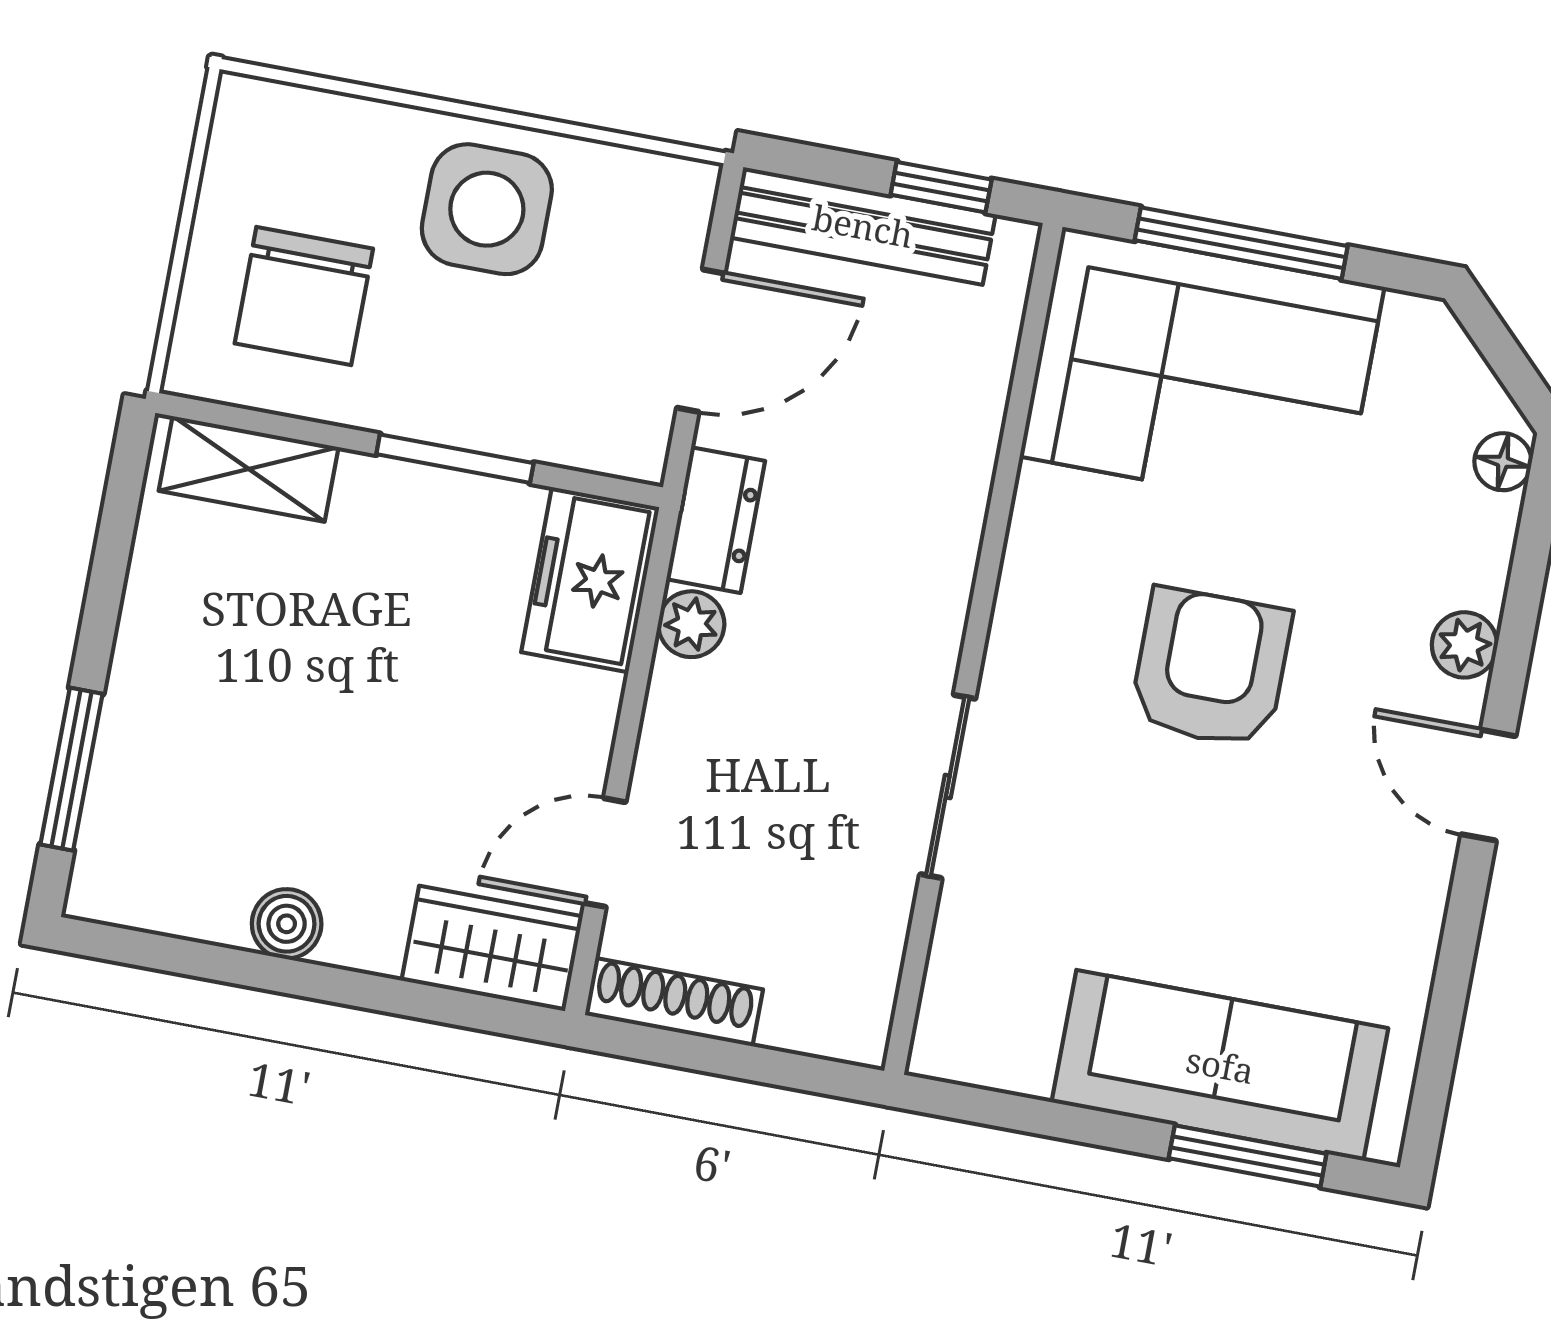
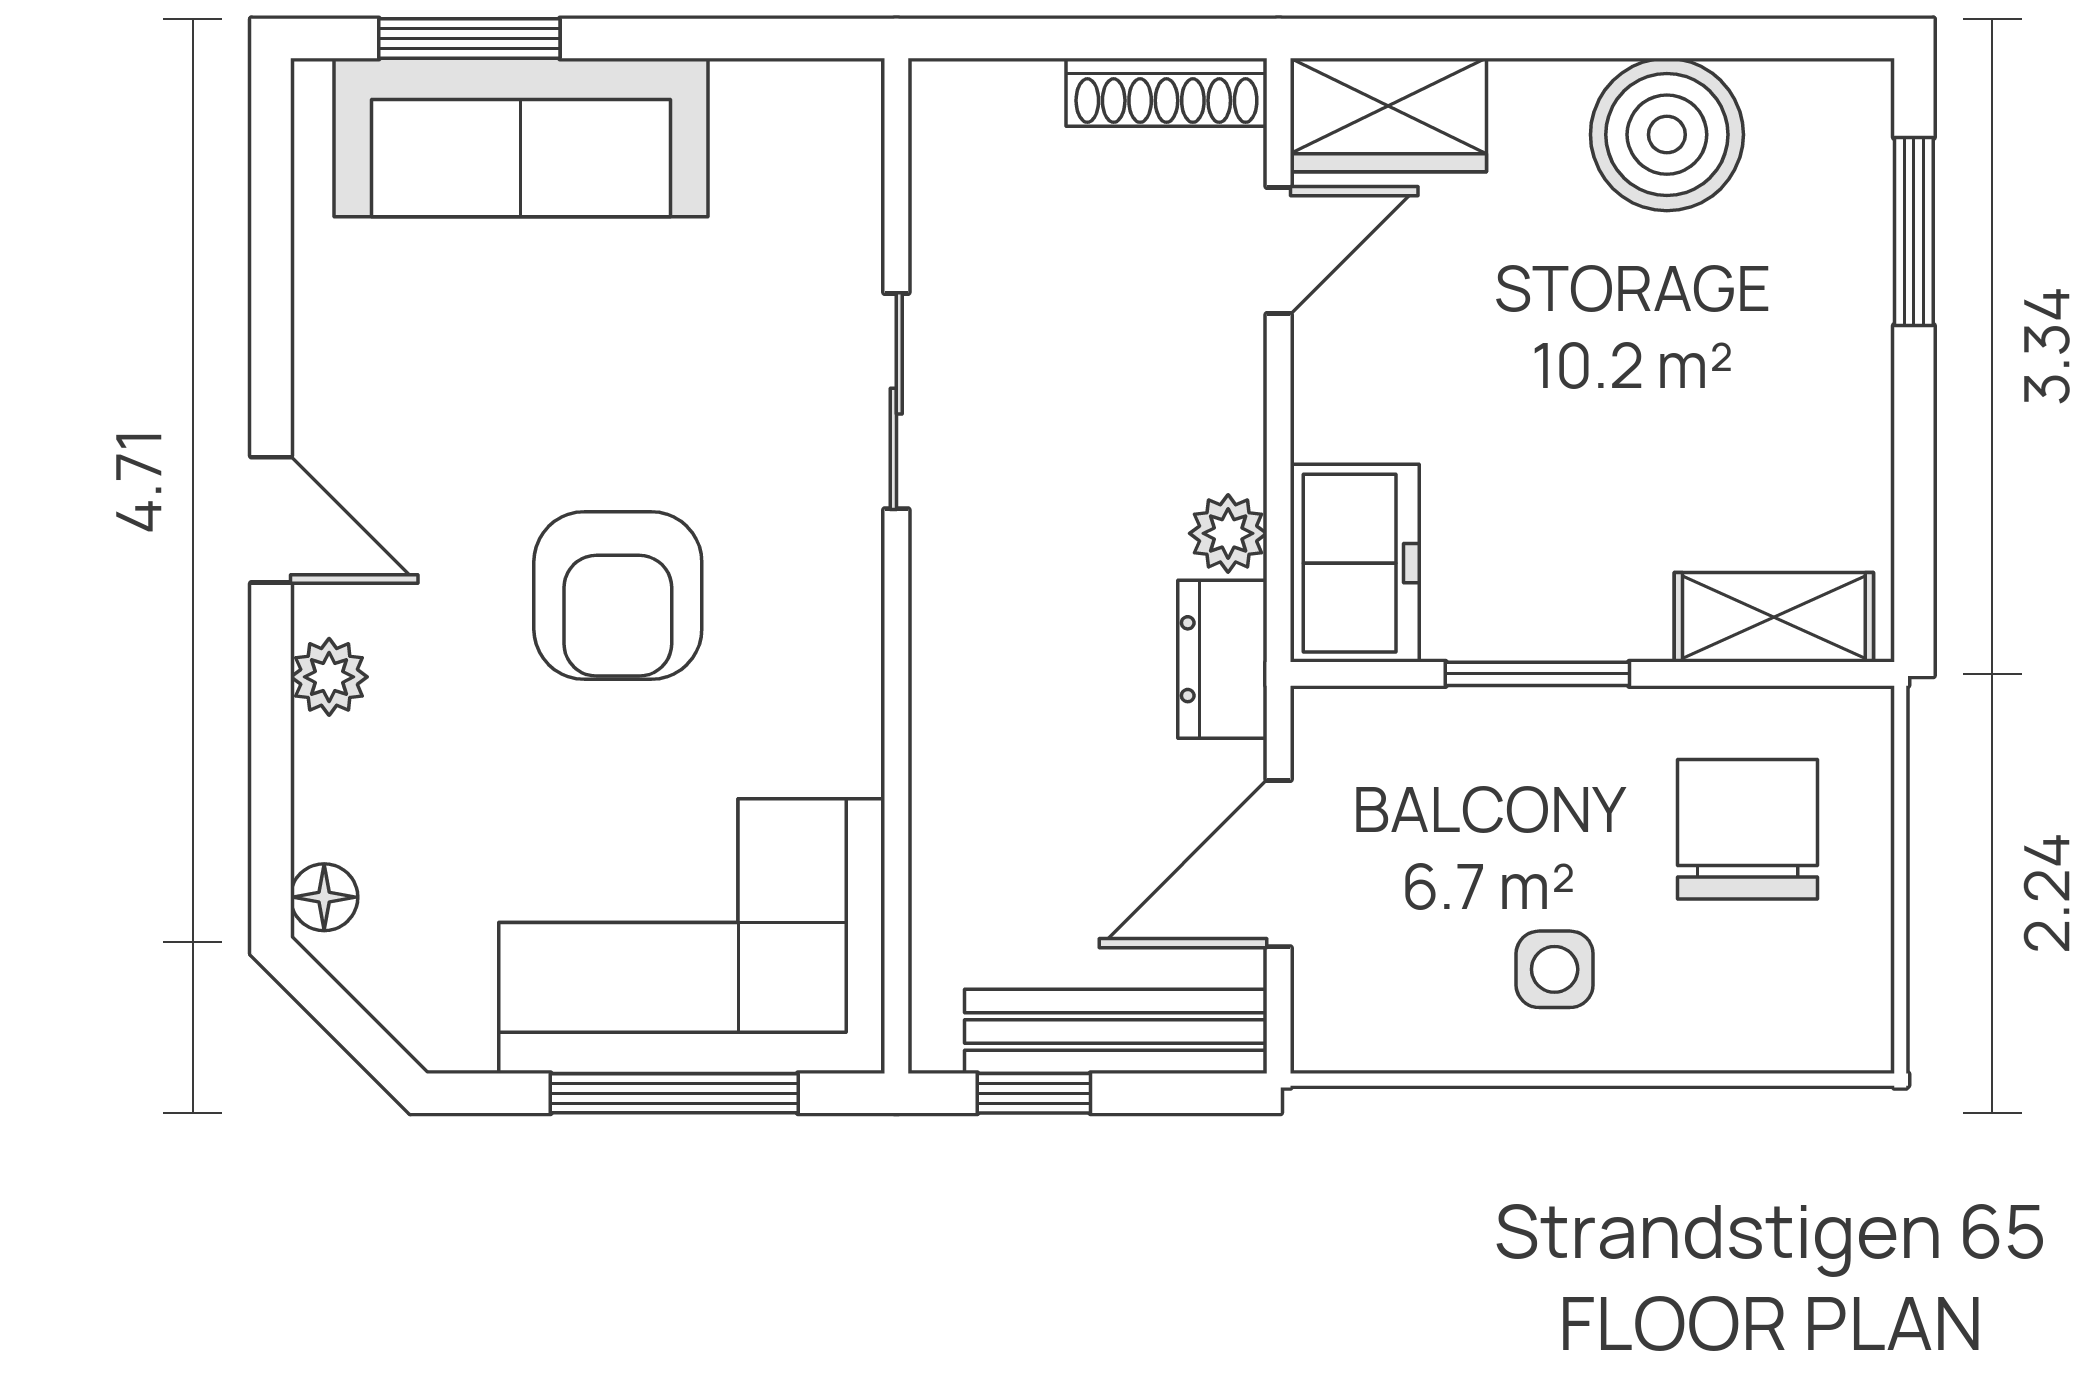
side table: (487, 209) -> (1555, 969), width x0.54, depth x0.54
boiler: (287, 924) -> (1667, 135), width x1.86, depth x1.86

